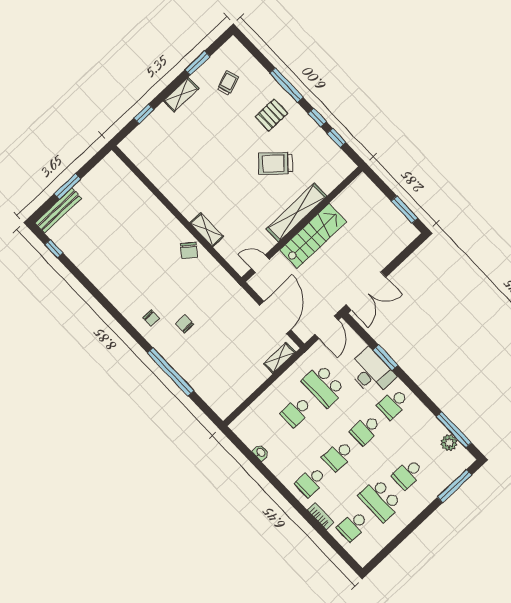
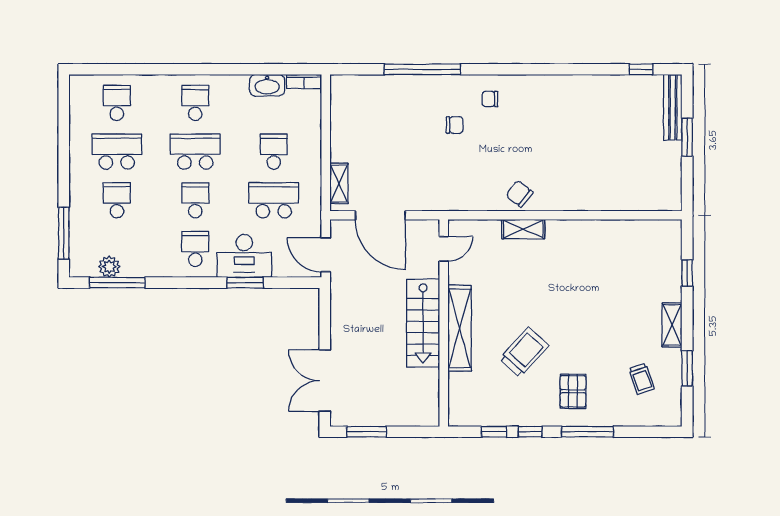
double door: (366, 291) -> (325, 381), moved
washbasin: (261, 453) -> (267, 85), width x1.91, depth x1.45
school desk: (338, 456) -> (195, 152), width x1.85
bookcase: (321, 516) -> (304, 82), moved

